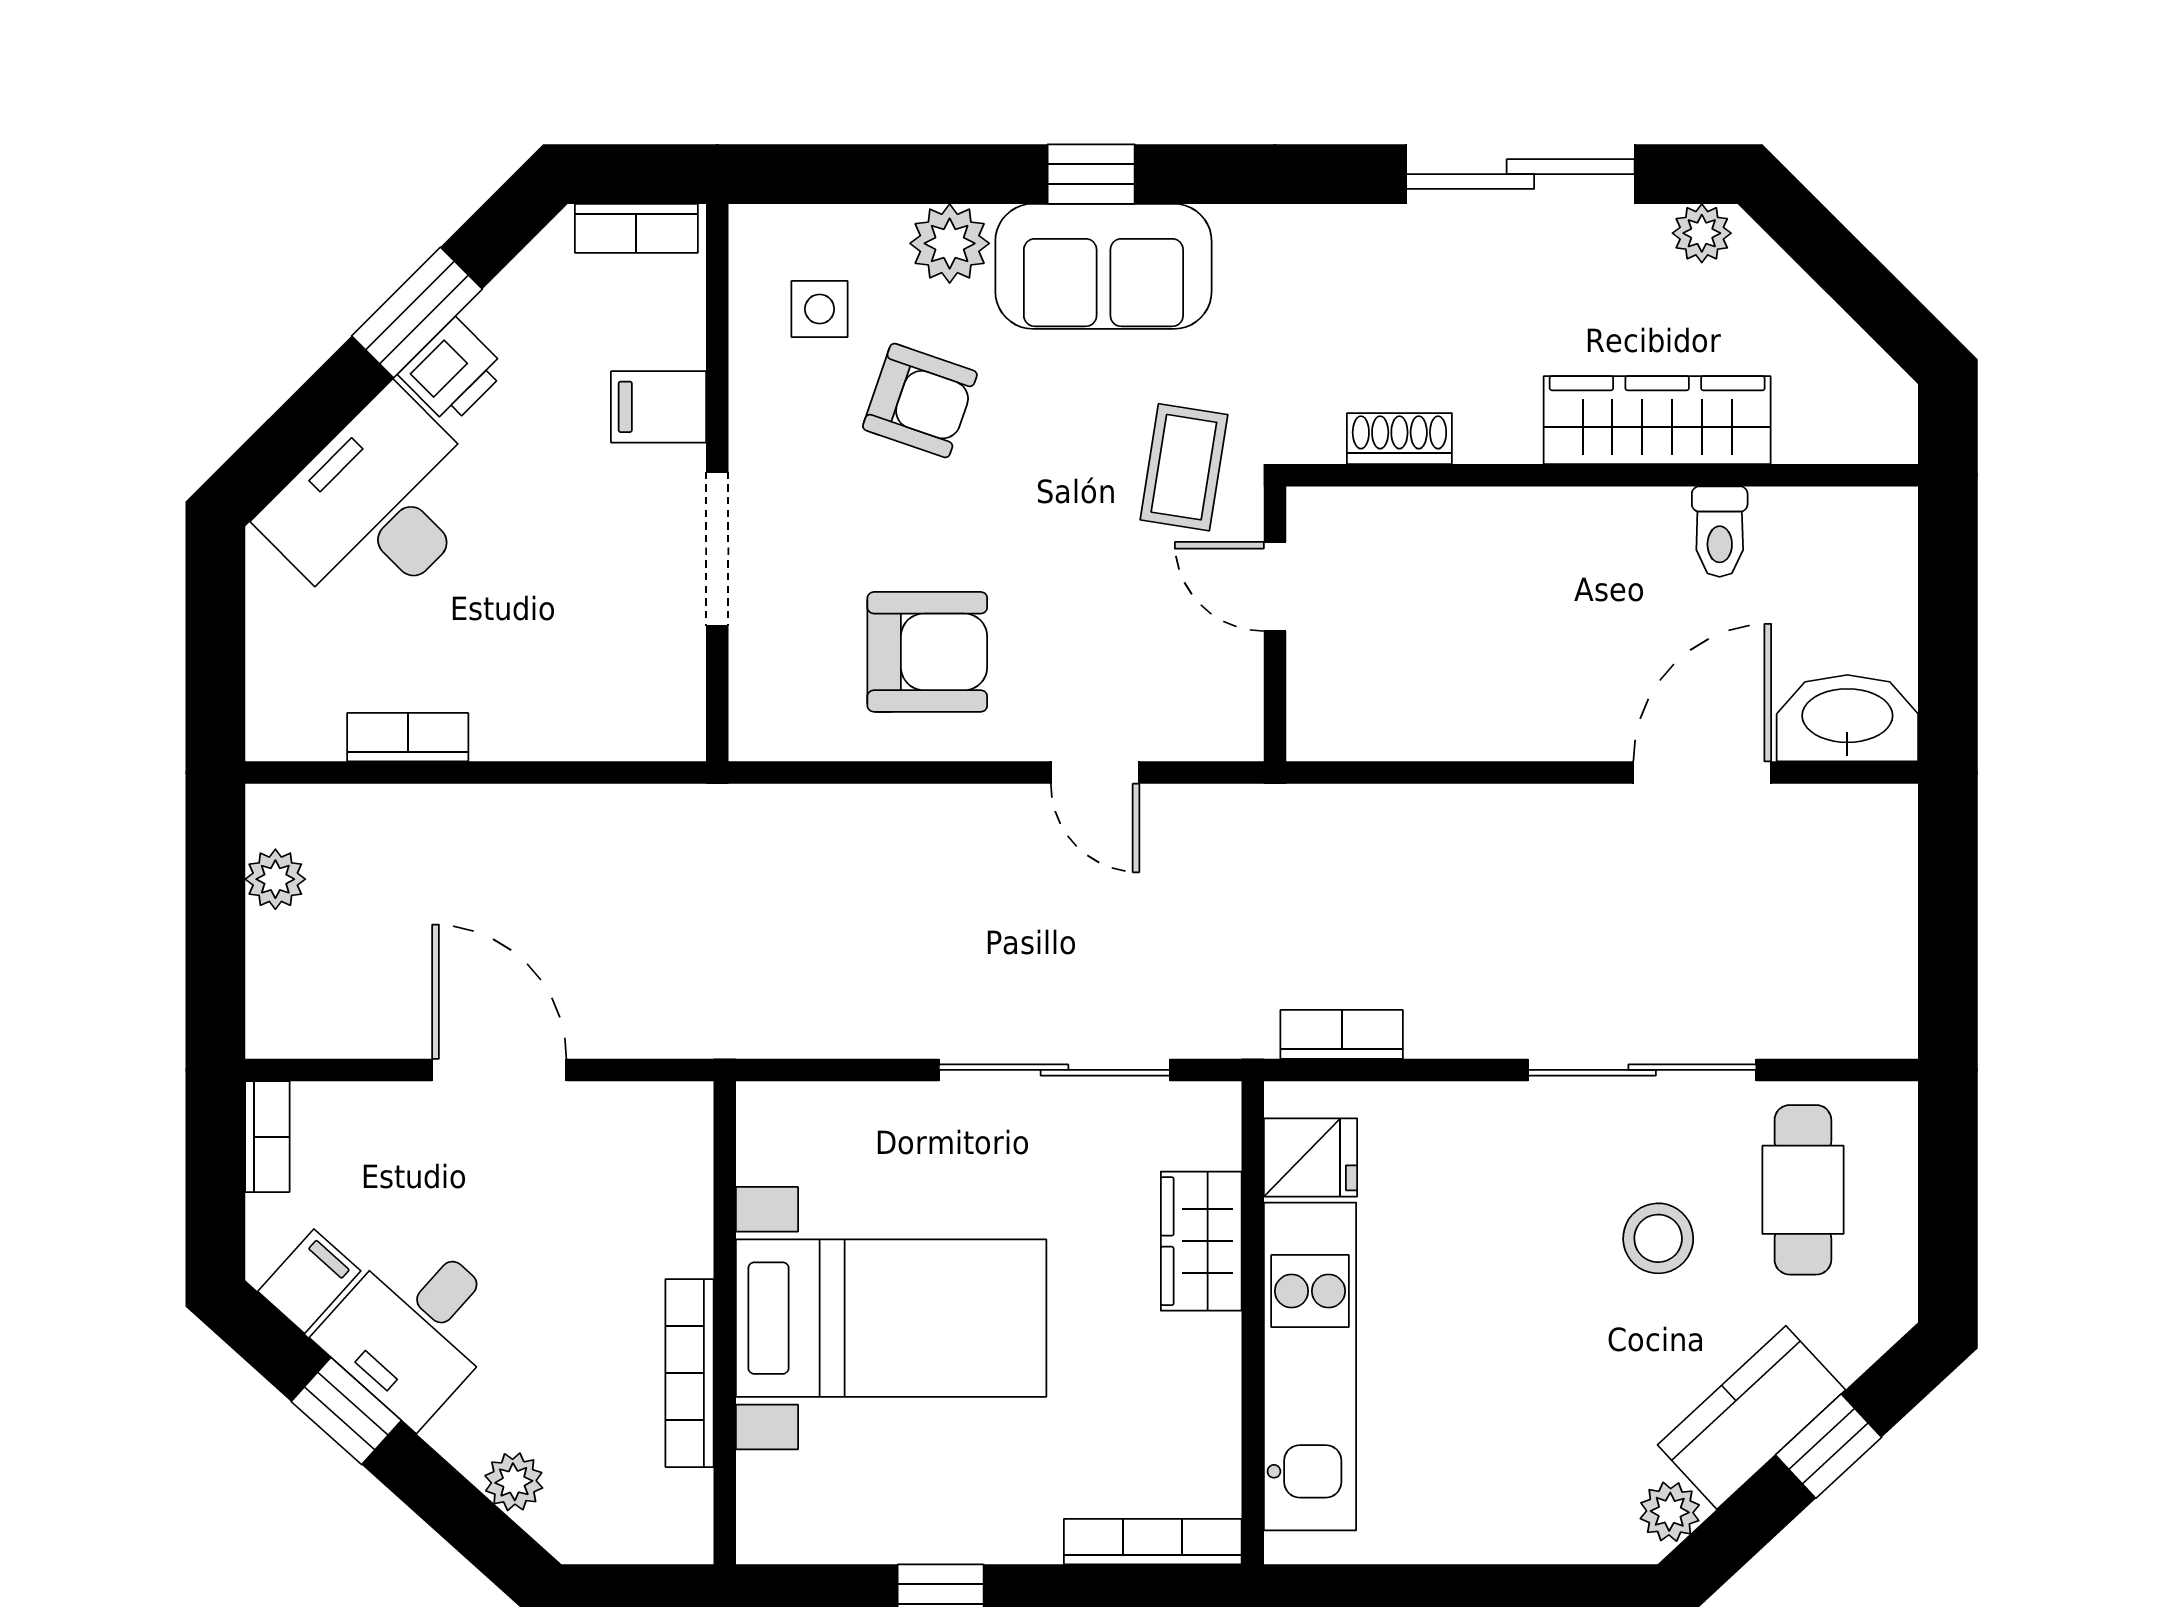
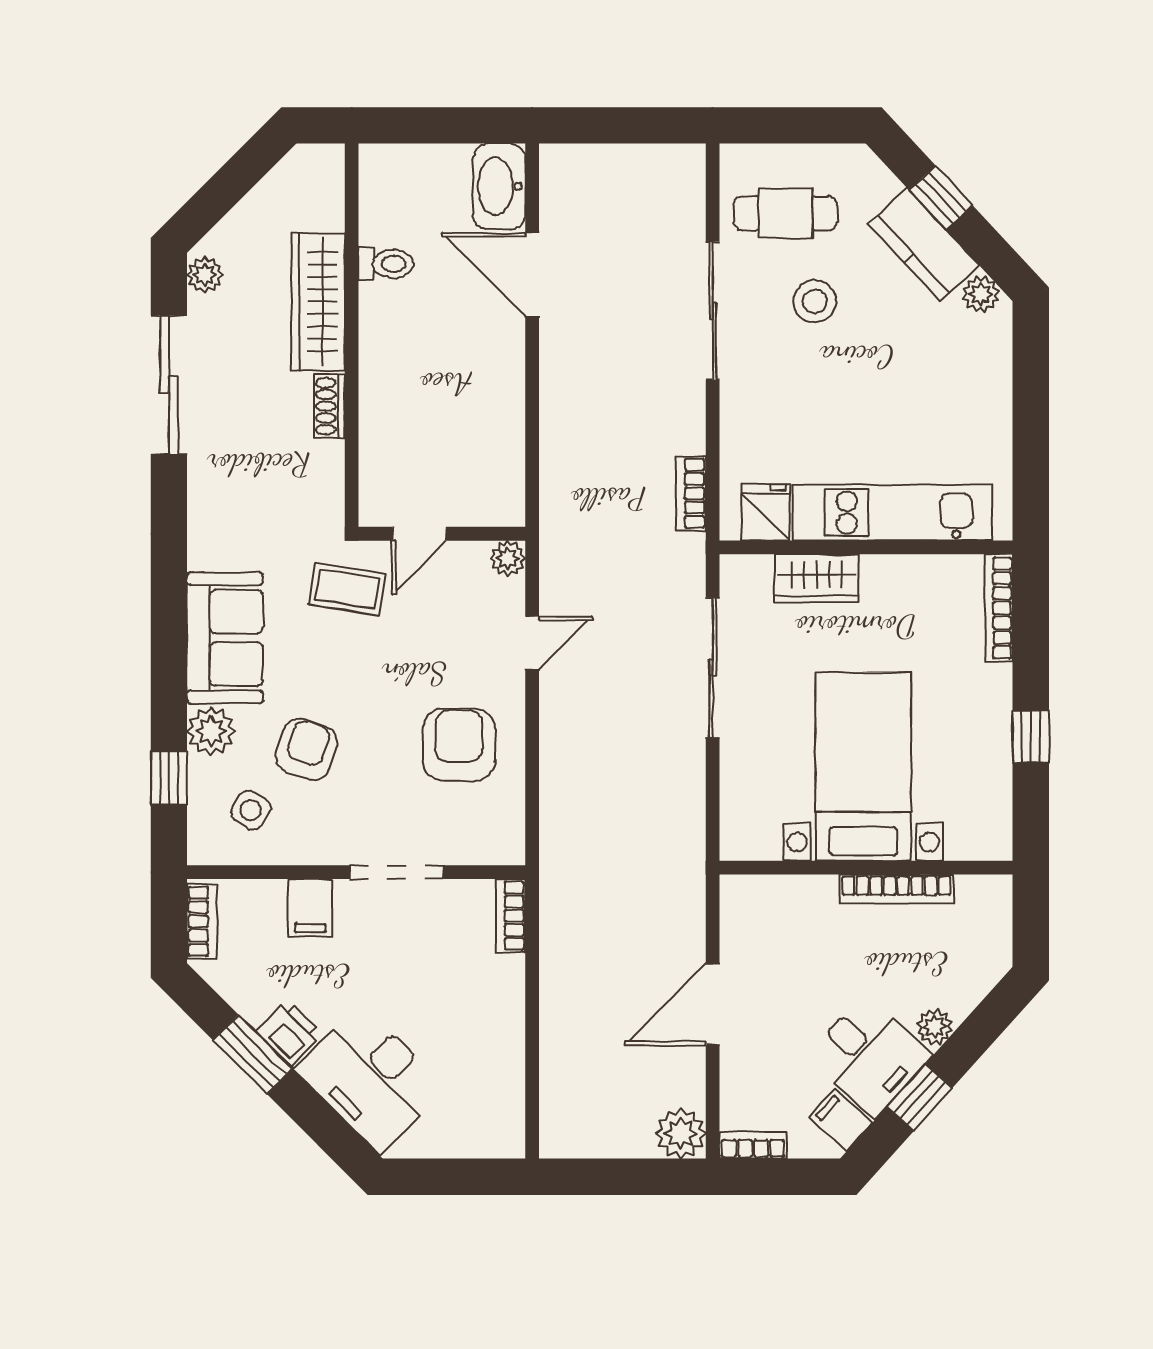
window: (1091, 174) -> (169, 778), moved
side table: (820, 309) -> (251, 810), turned 33
shoe rack: (1399, 439) -> (329, 406), moved
plant: (1235, 732) -> (508, 558), added
bookcase: (408, 737) -> (511, 916), moved
plant: (275, 879) -> (681, 1134), moved, width x1.38, depth x1.38
plant: (514, 1482) -> (935, 1027), moved

